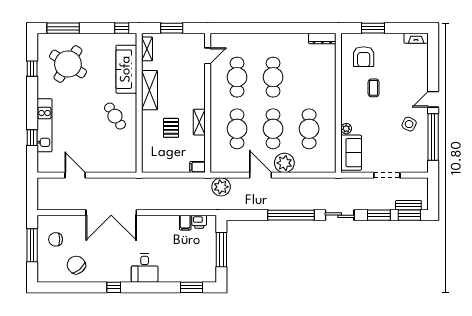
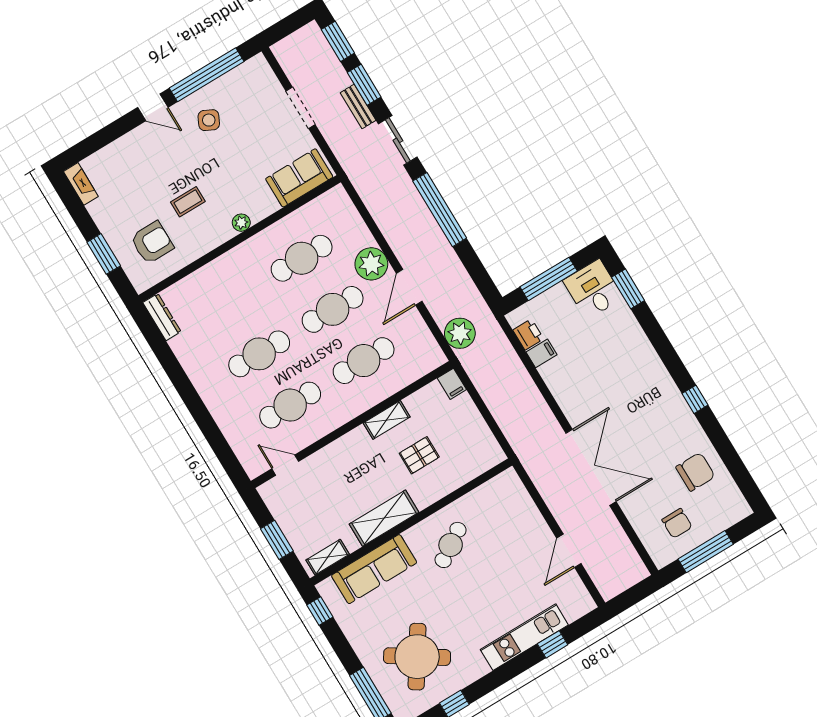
plant: (346, 129) -> (241, 223), moved
bench: (408, 205) -> (358, 106), moved
chair: (76, 265) -> (695, 472), turned -139
desk: (145, 268) -> (593, 289), moved, turned -90

